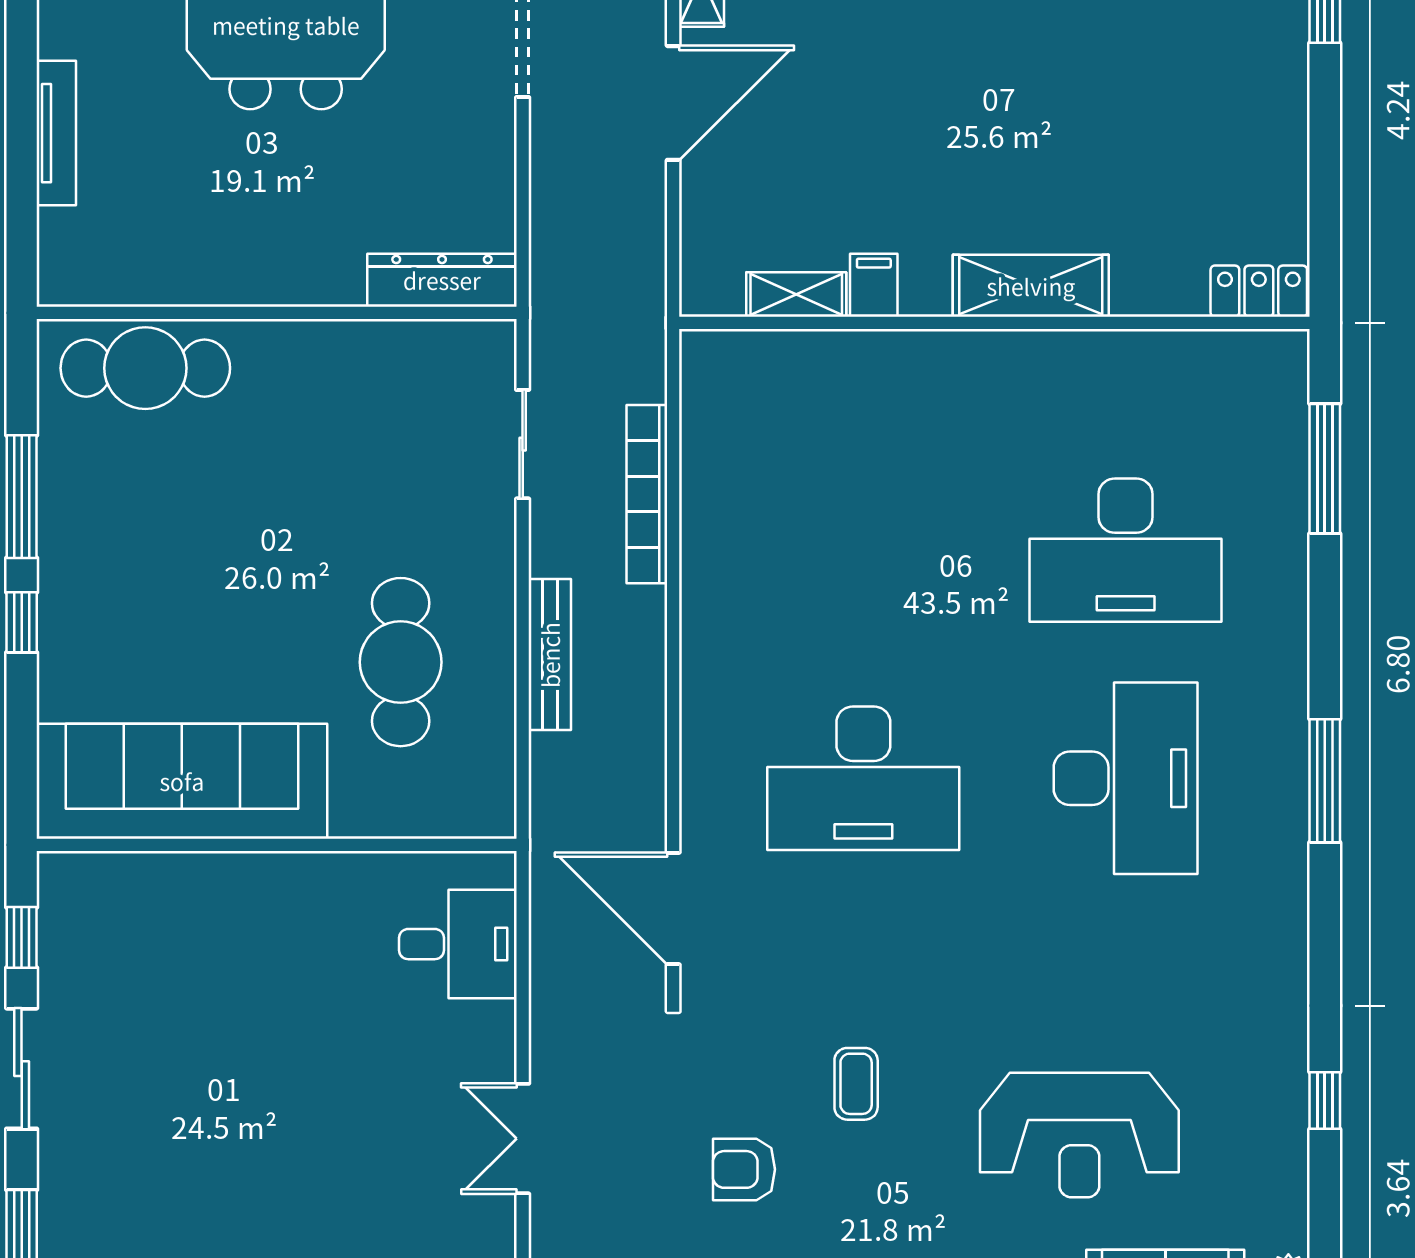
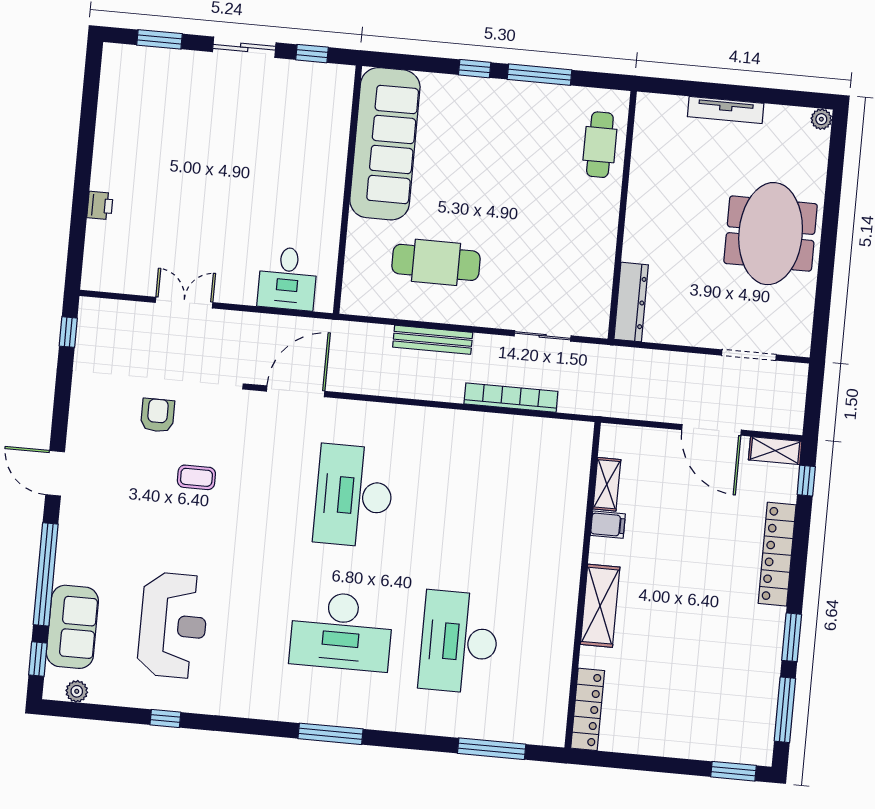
locker: (1259, 291) -> (588, 709), width x1.53
cafe table: (145, 368) -> (600, 145), width x0.73, depth x0.74
reception desk: (1079, 1135) -> (173, 625), moved, turned 180

